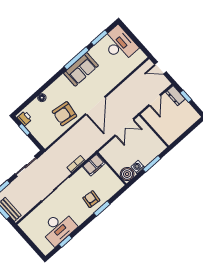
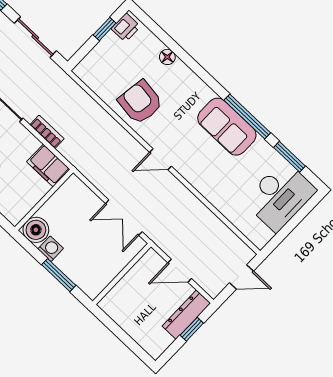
door: (161, 68) -> (241, 277), swing flipped
dresser: (175, 96) -> (186, 315), width x1.44
door: (95, 106) -> (161, 159), width x0.53

